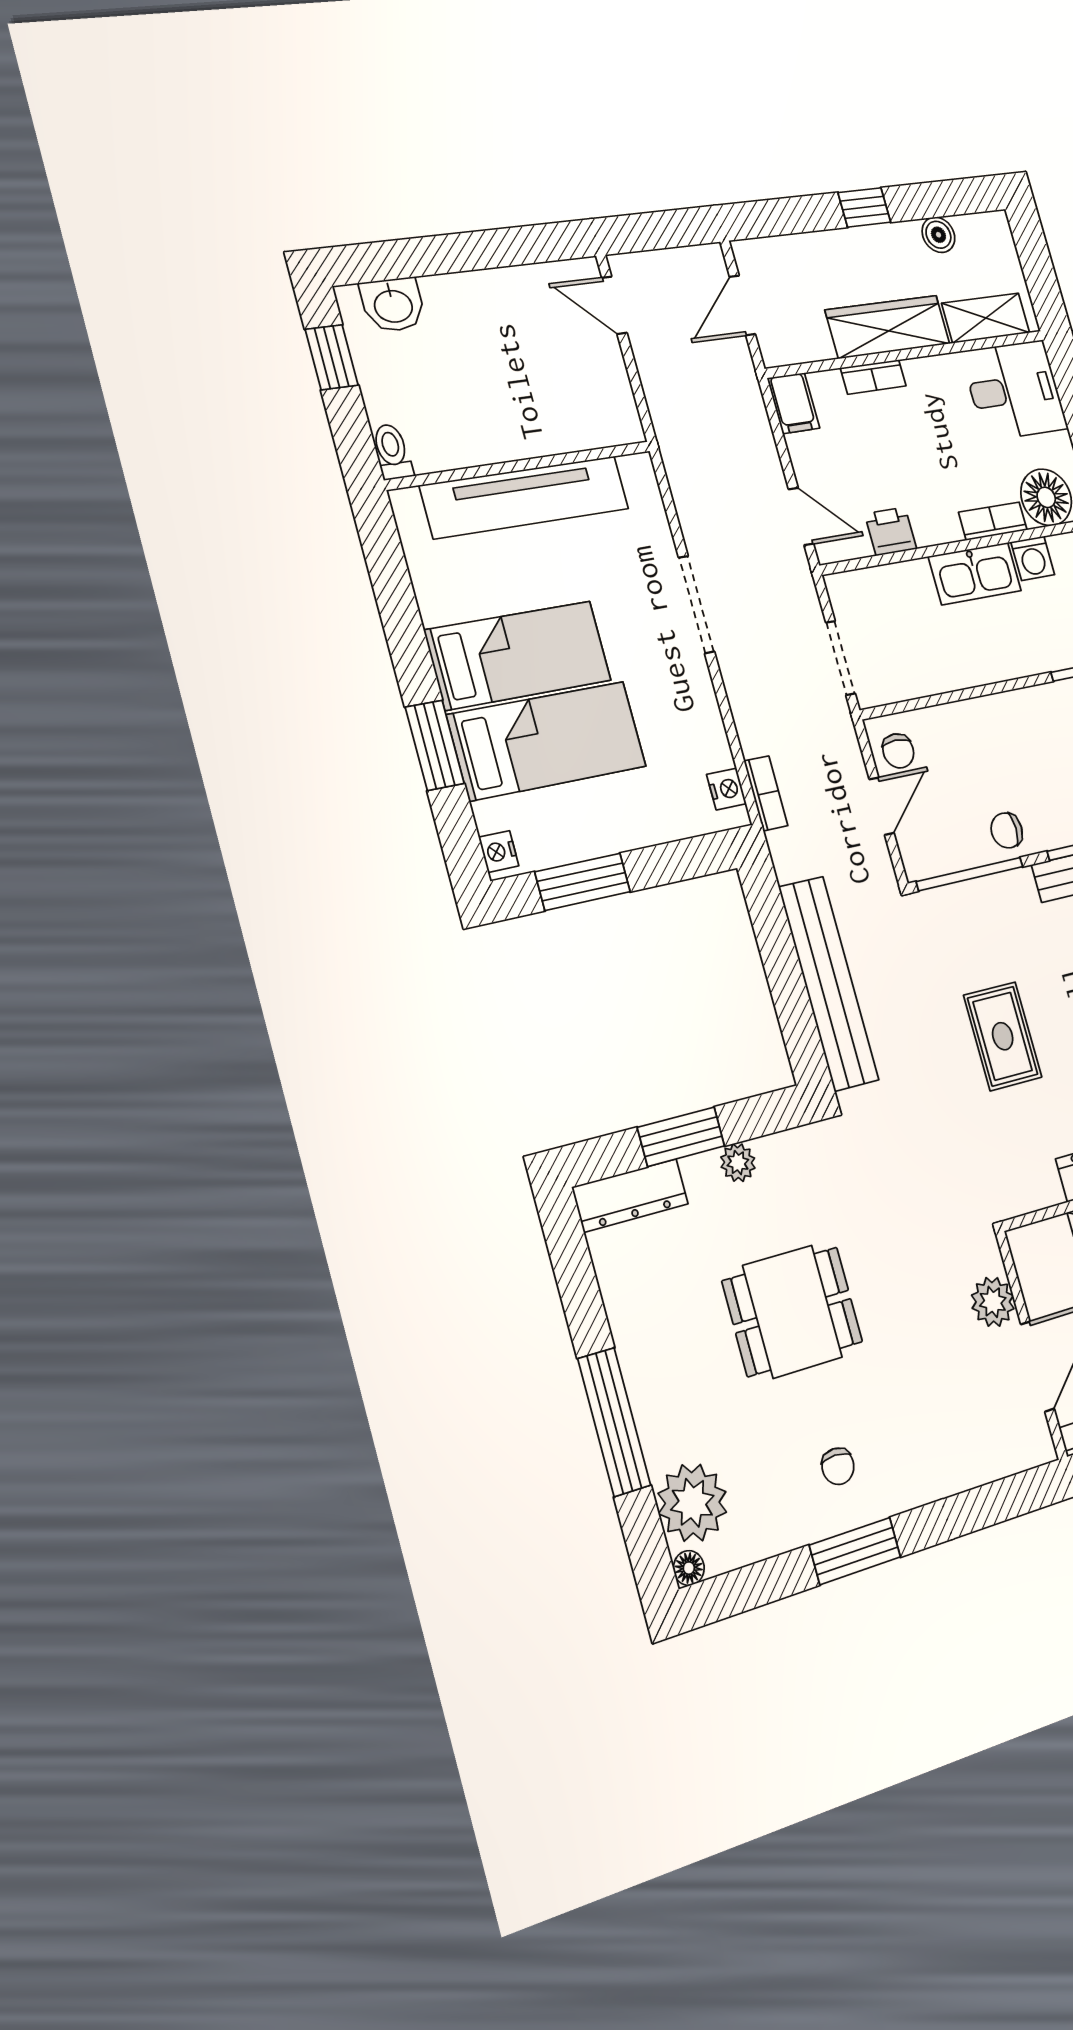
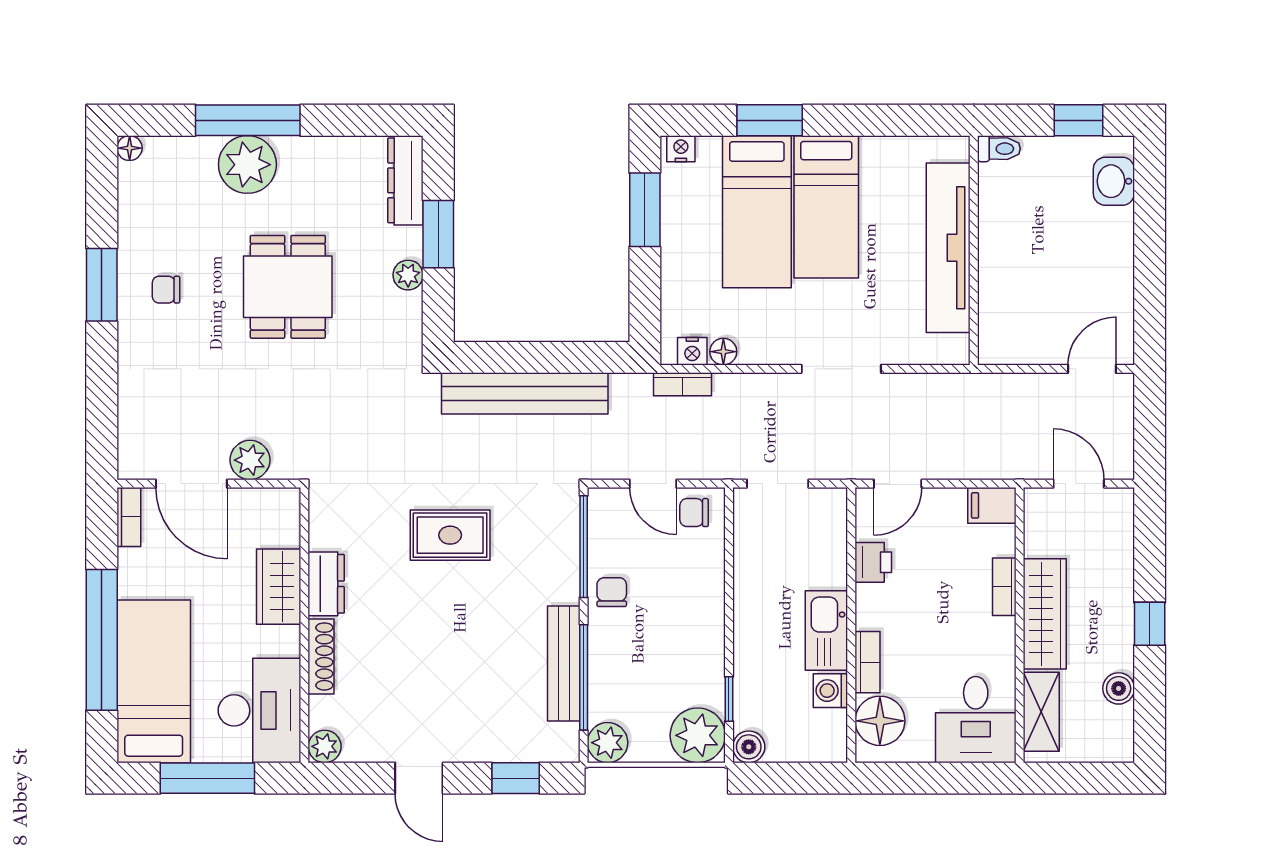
floor lamp: (717, 751) -> (723, 352), added
plant: (692, 1503) -> (247, 165), moved

